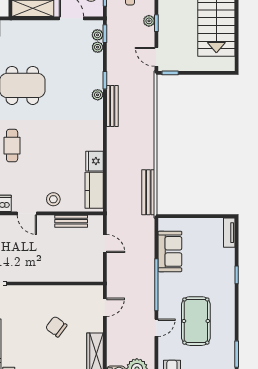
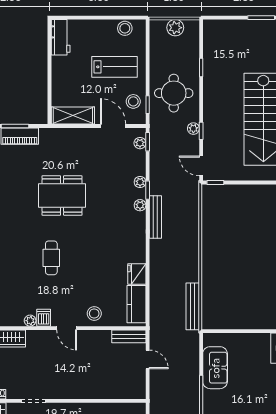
plant: (98, 47) -> (140, 182), moved
bench: (71, 221) -> (129, 336), moved

